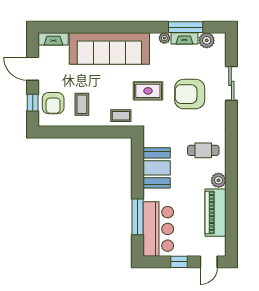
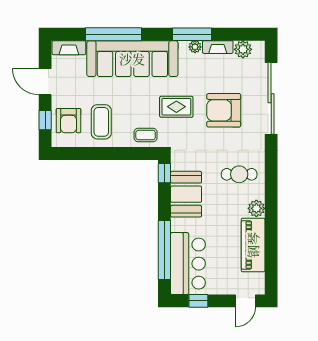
window: (93, 27) -> (114, 34), added
window: (186, 27) -> (192, 34), moved
sliding door: (231, 83) -> (271, 98), width x1.86
coffee table: (82, 104) -> (101, 122), width x1.36, depth x1.30
window: (137, 149) -> (164, 173), added
window: (137, 217) -> (164, 250), width x1.46
window: (179, 262) -> (198, 301), moved

